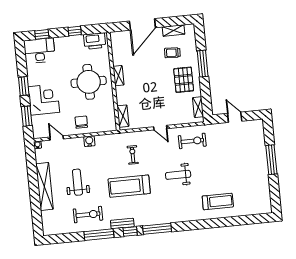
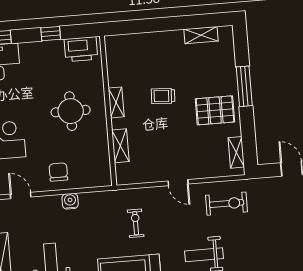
door: (142, 24) -> (154, 25), removed
trolley: (172, 53) -> (163, 96), moved
pallet: (184, 80) -> (215, 110), turned 90
round table: (89, 82) -> (71, 111), width x0.73, depth x0.73
shelving: (123, 116) -> (120, 146), moved

